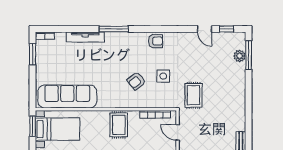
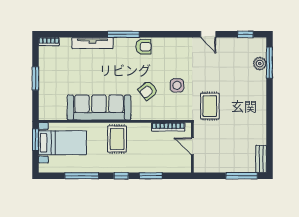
door: (205, 29) -> (208, 34), moved
armchair: (156, 41) -> (144, 47), moved
window: (33, 54) -> (35, 78), moved
sofa: (67, 96) -> (99, 107), moved
rug: (119, 125) -> (117, 139), moved

